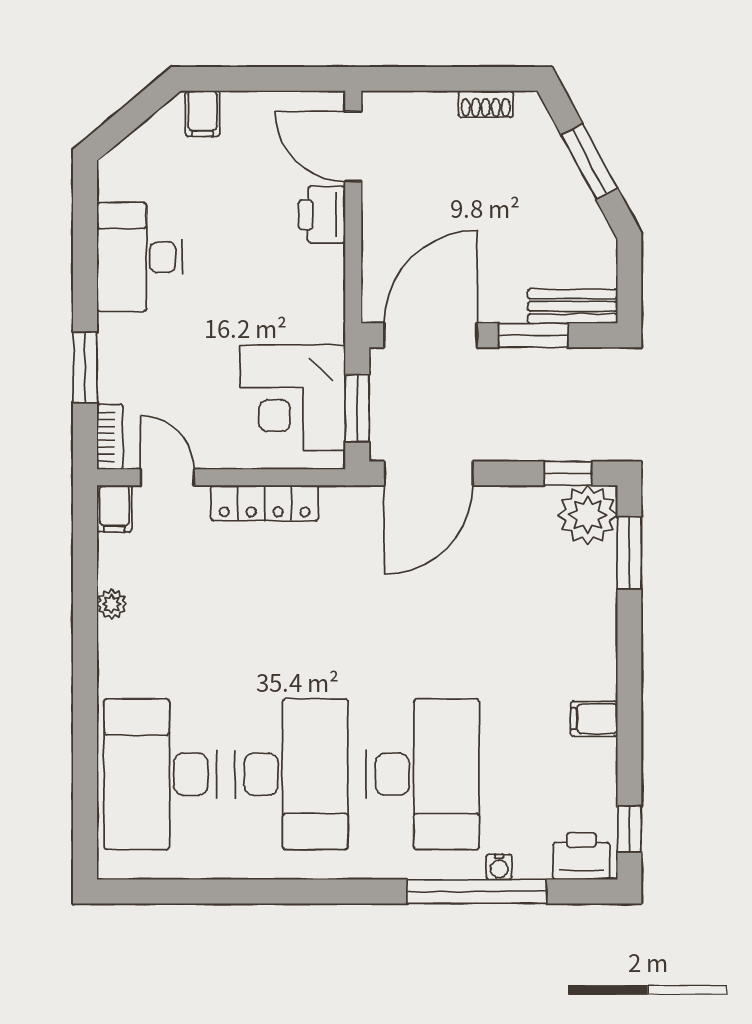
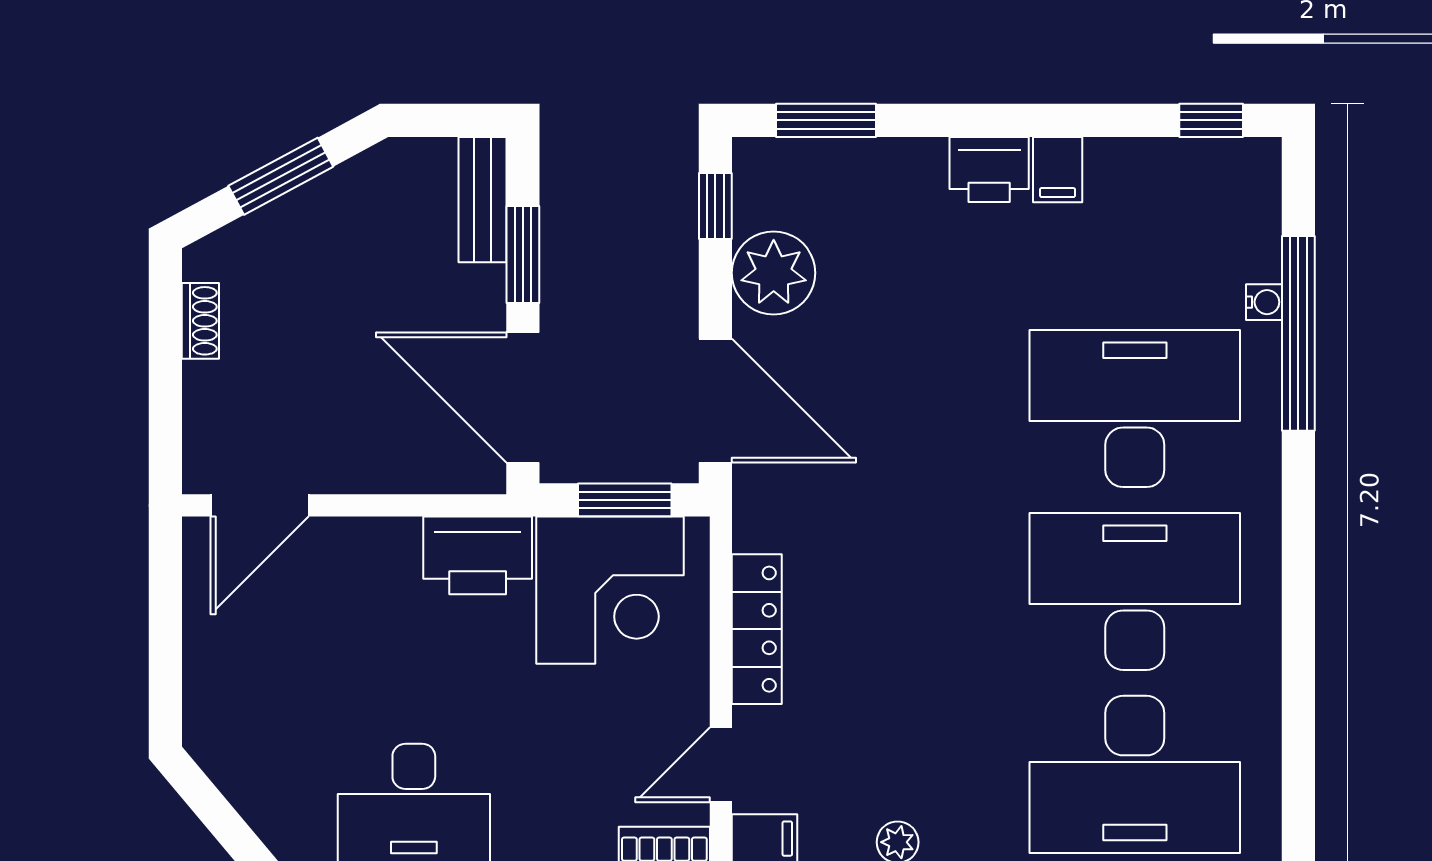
filing cabinet: (202, 114) -> (214, 716), removed
printer: (322, 215) -> (478, 555), moved, width x1.37, depth x1.19
plant: (588, 515) -> (774, 273), moved
printer: (581, 856) -> (989, 170), moved, turned -90

